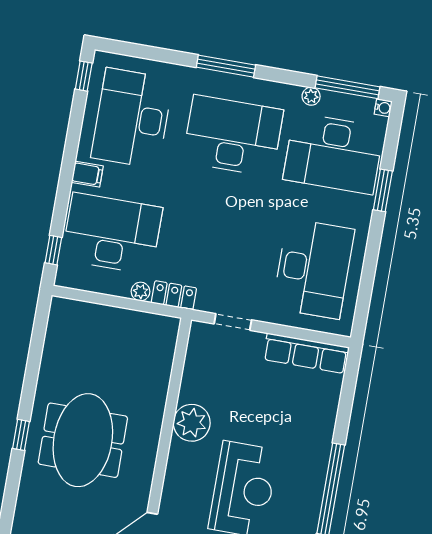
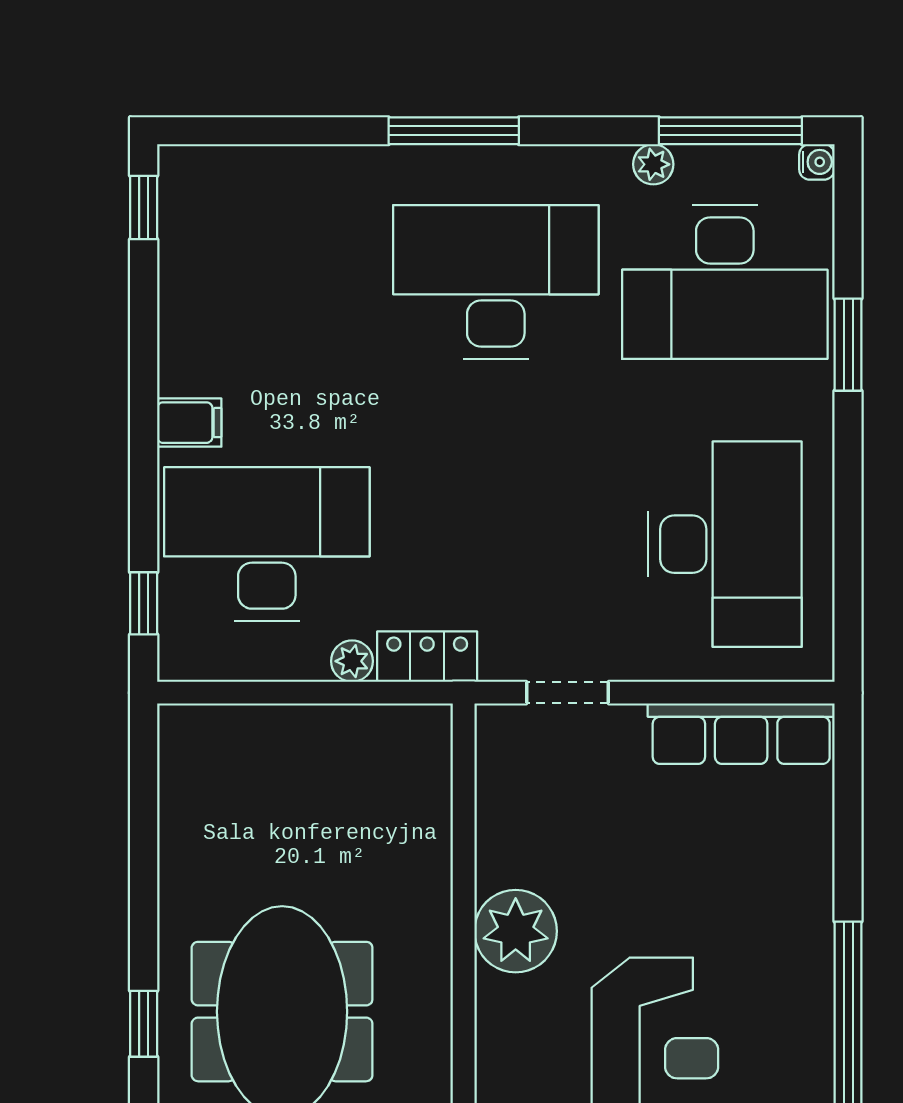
desk: (132, 118) -> (267, 282), removed

